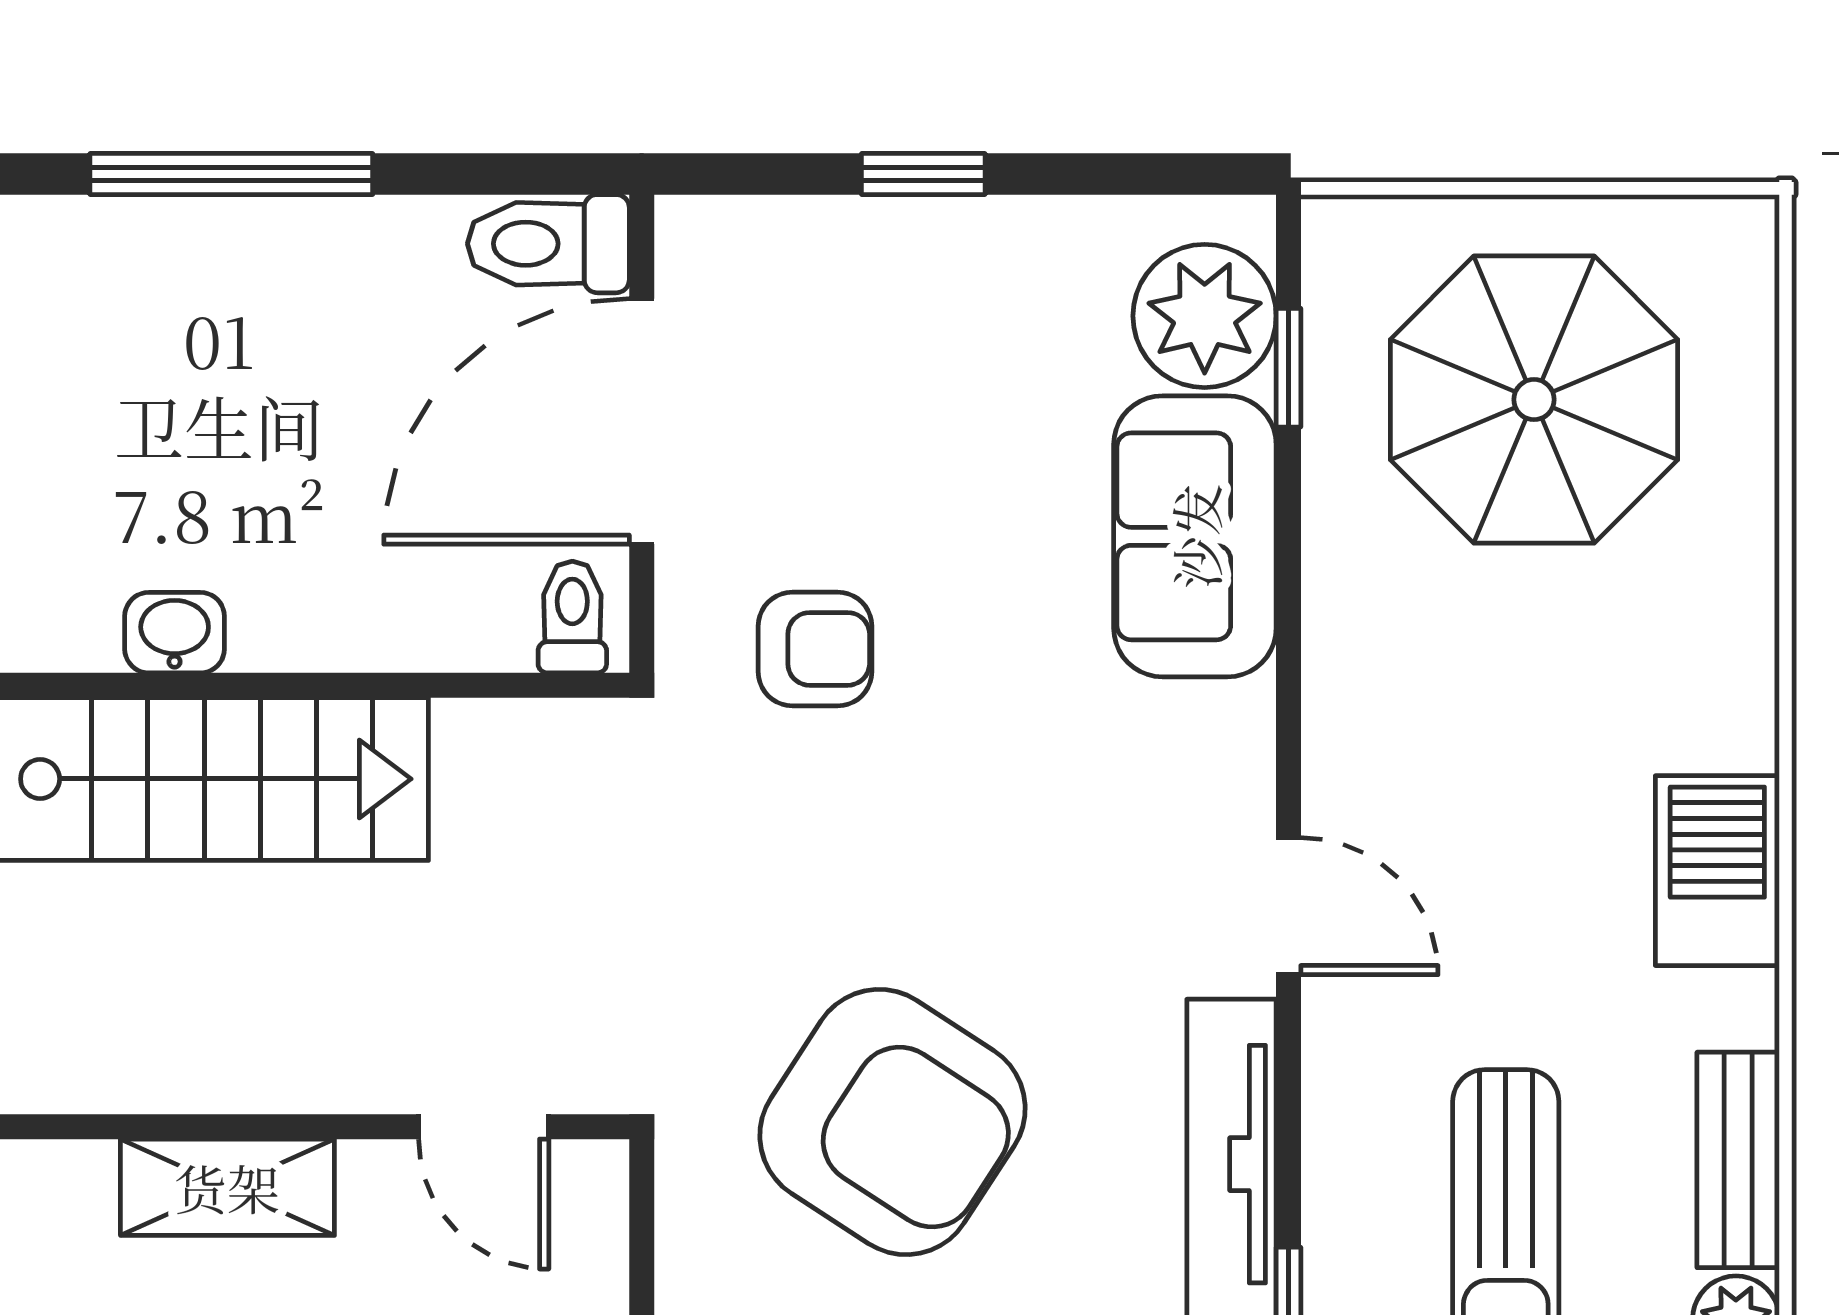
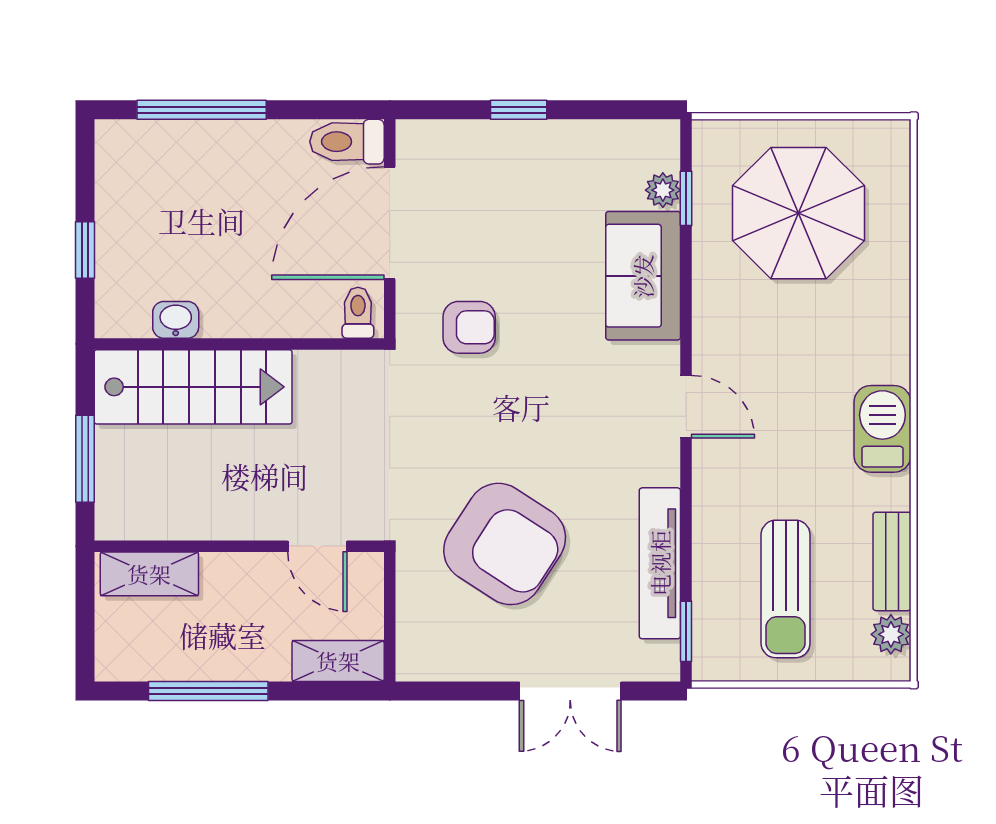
plant: (1205, 316) -> (663, 190), width x0.53, depth x0.53
door: (1289, 906) -> (686, 407), moved
shelving: (227, 1187) -> (149, 574), moved

